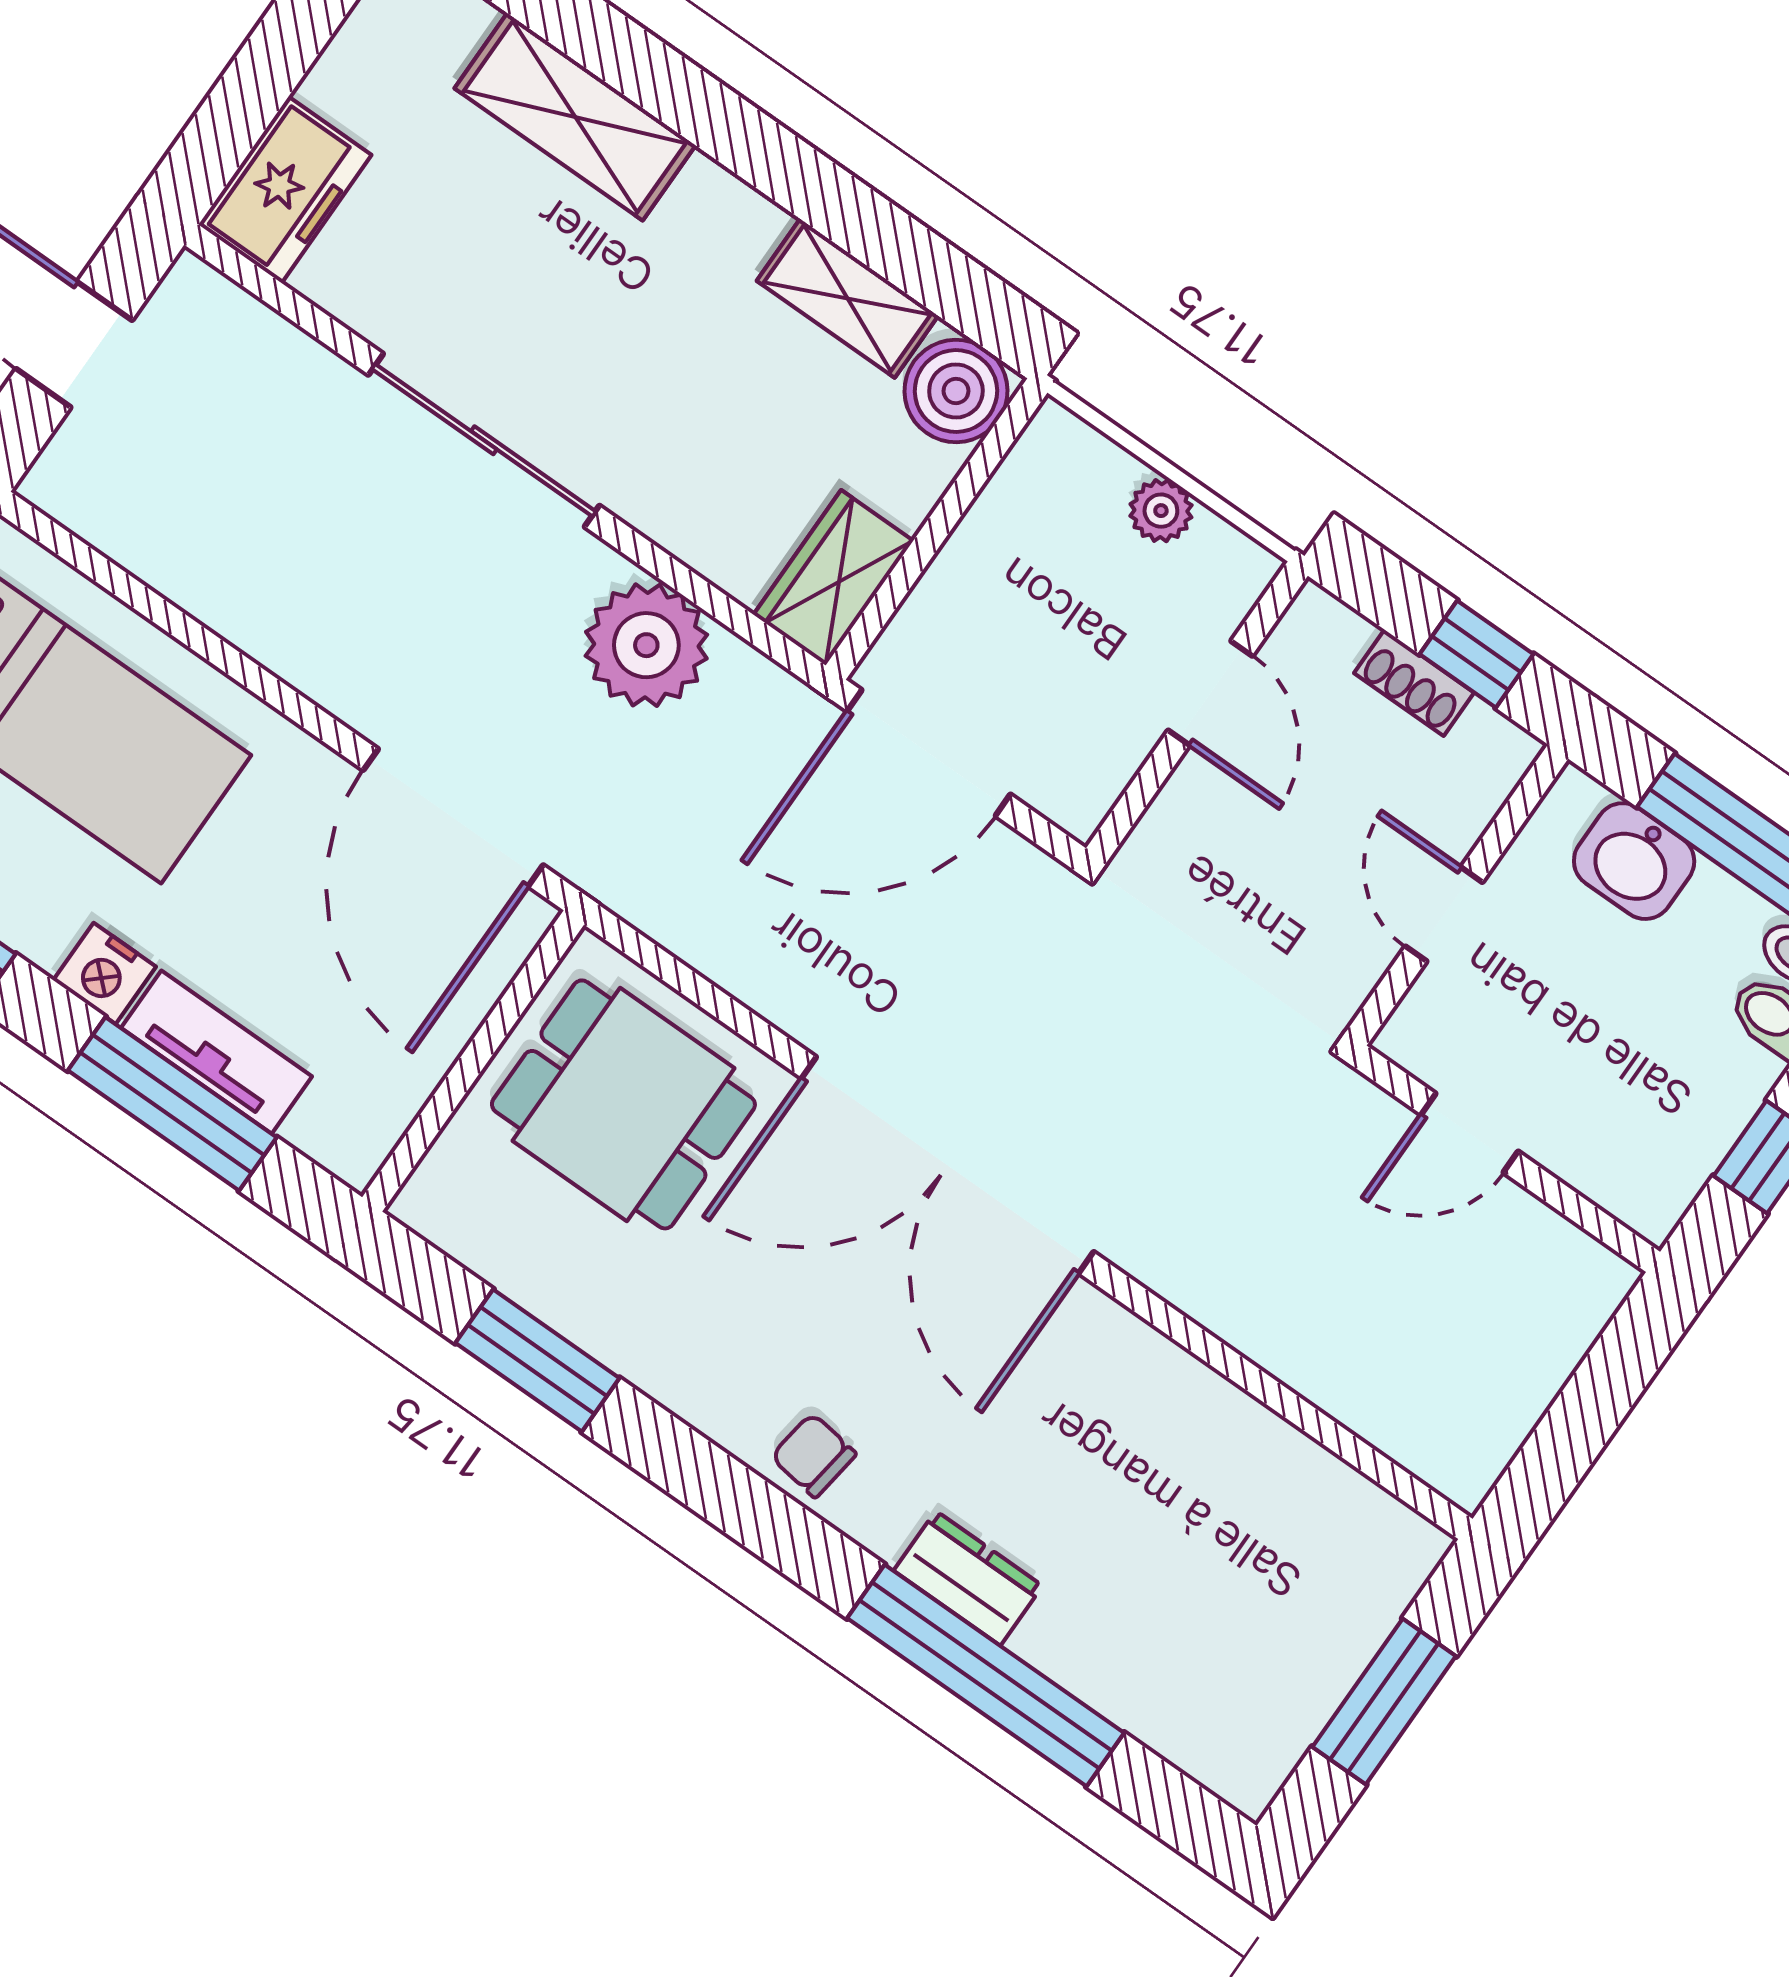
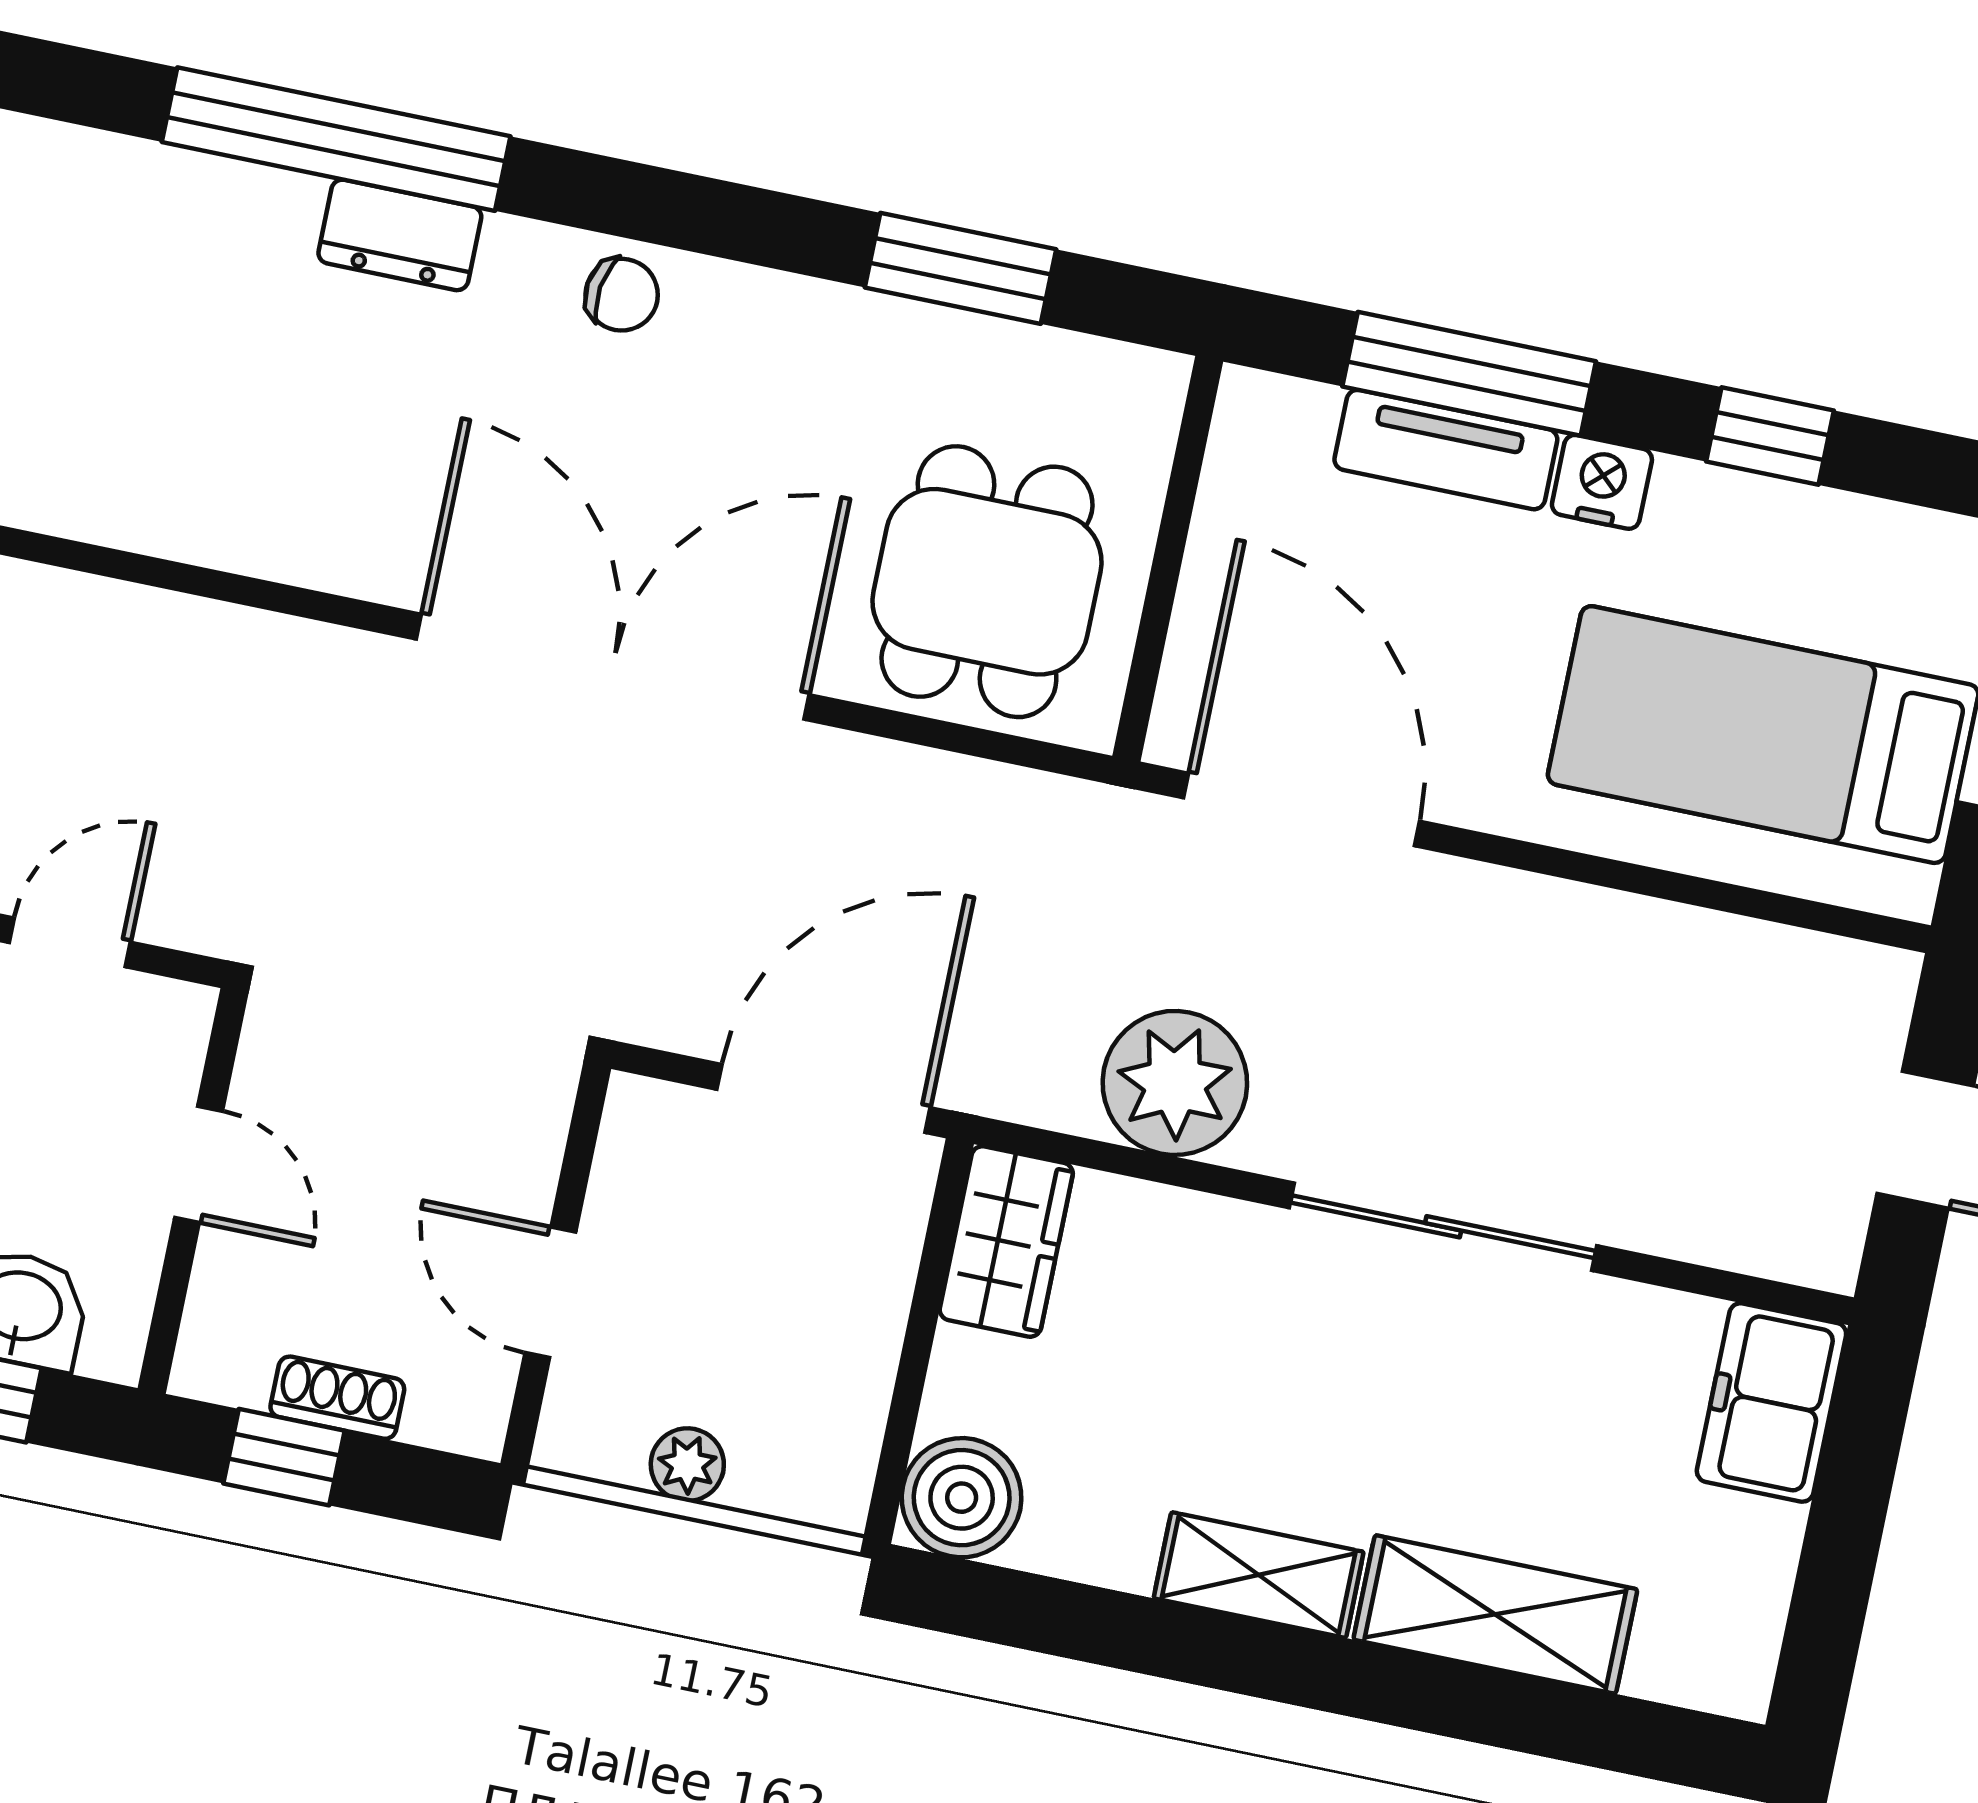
shelving: (847, 298) -> (1259, 1575), moved
dining table: (623, 1104) -> (987, 582), turned 90

